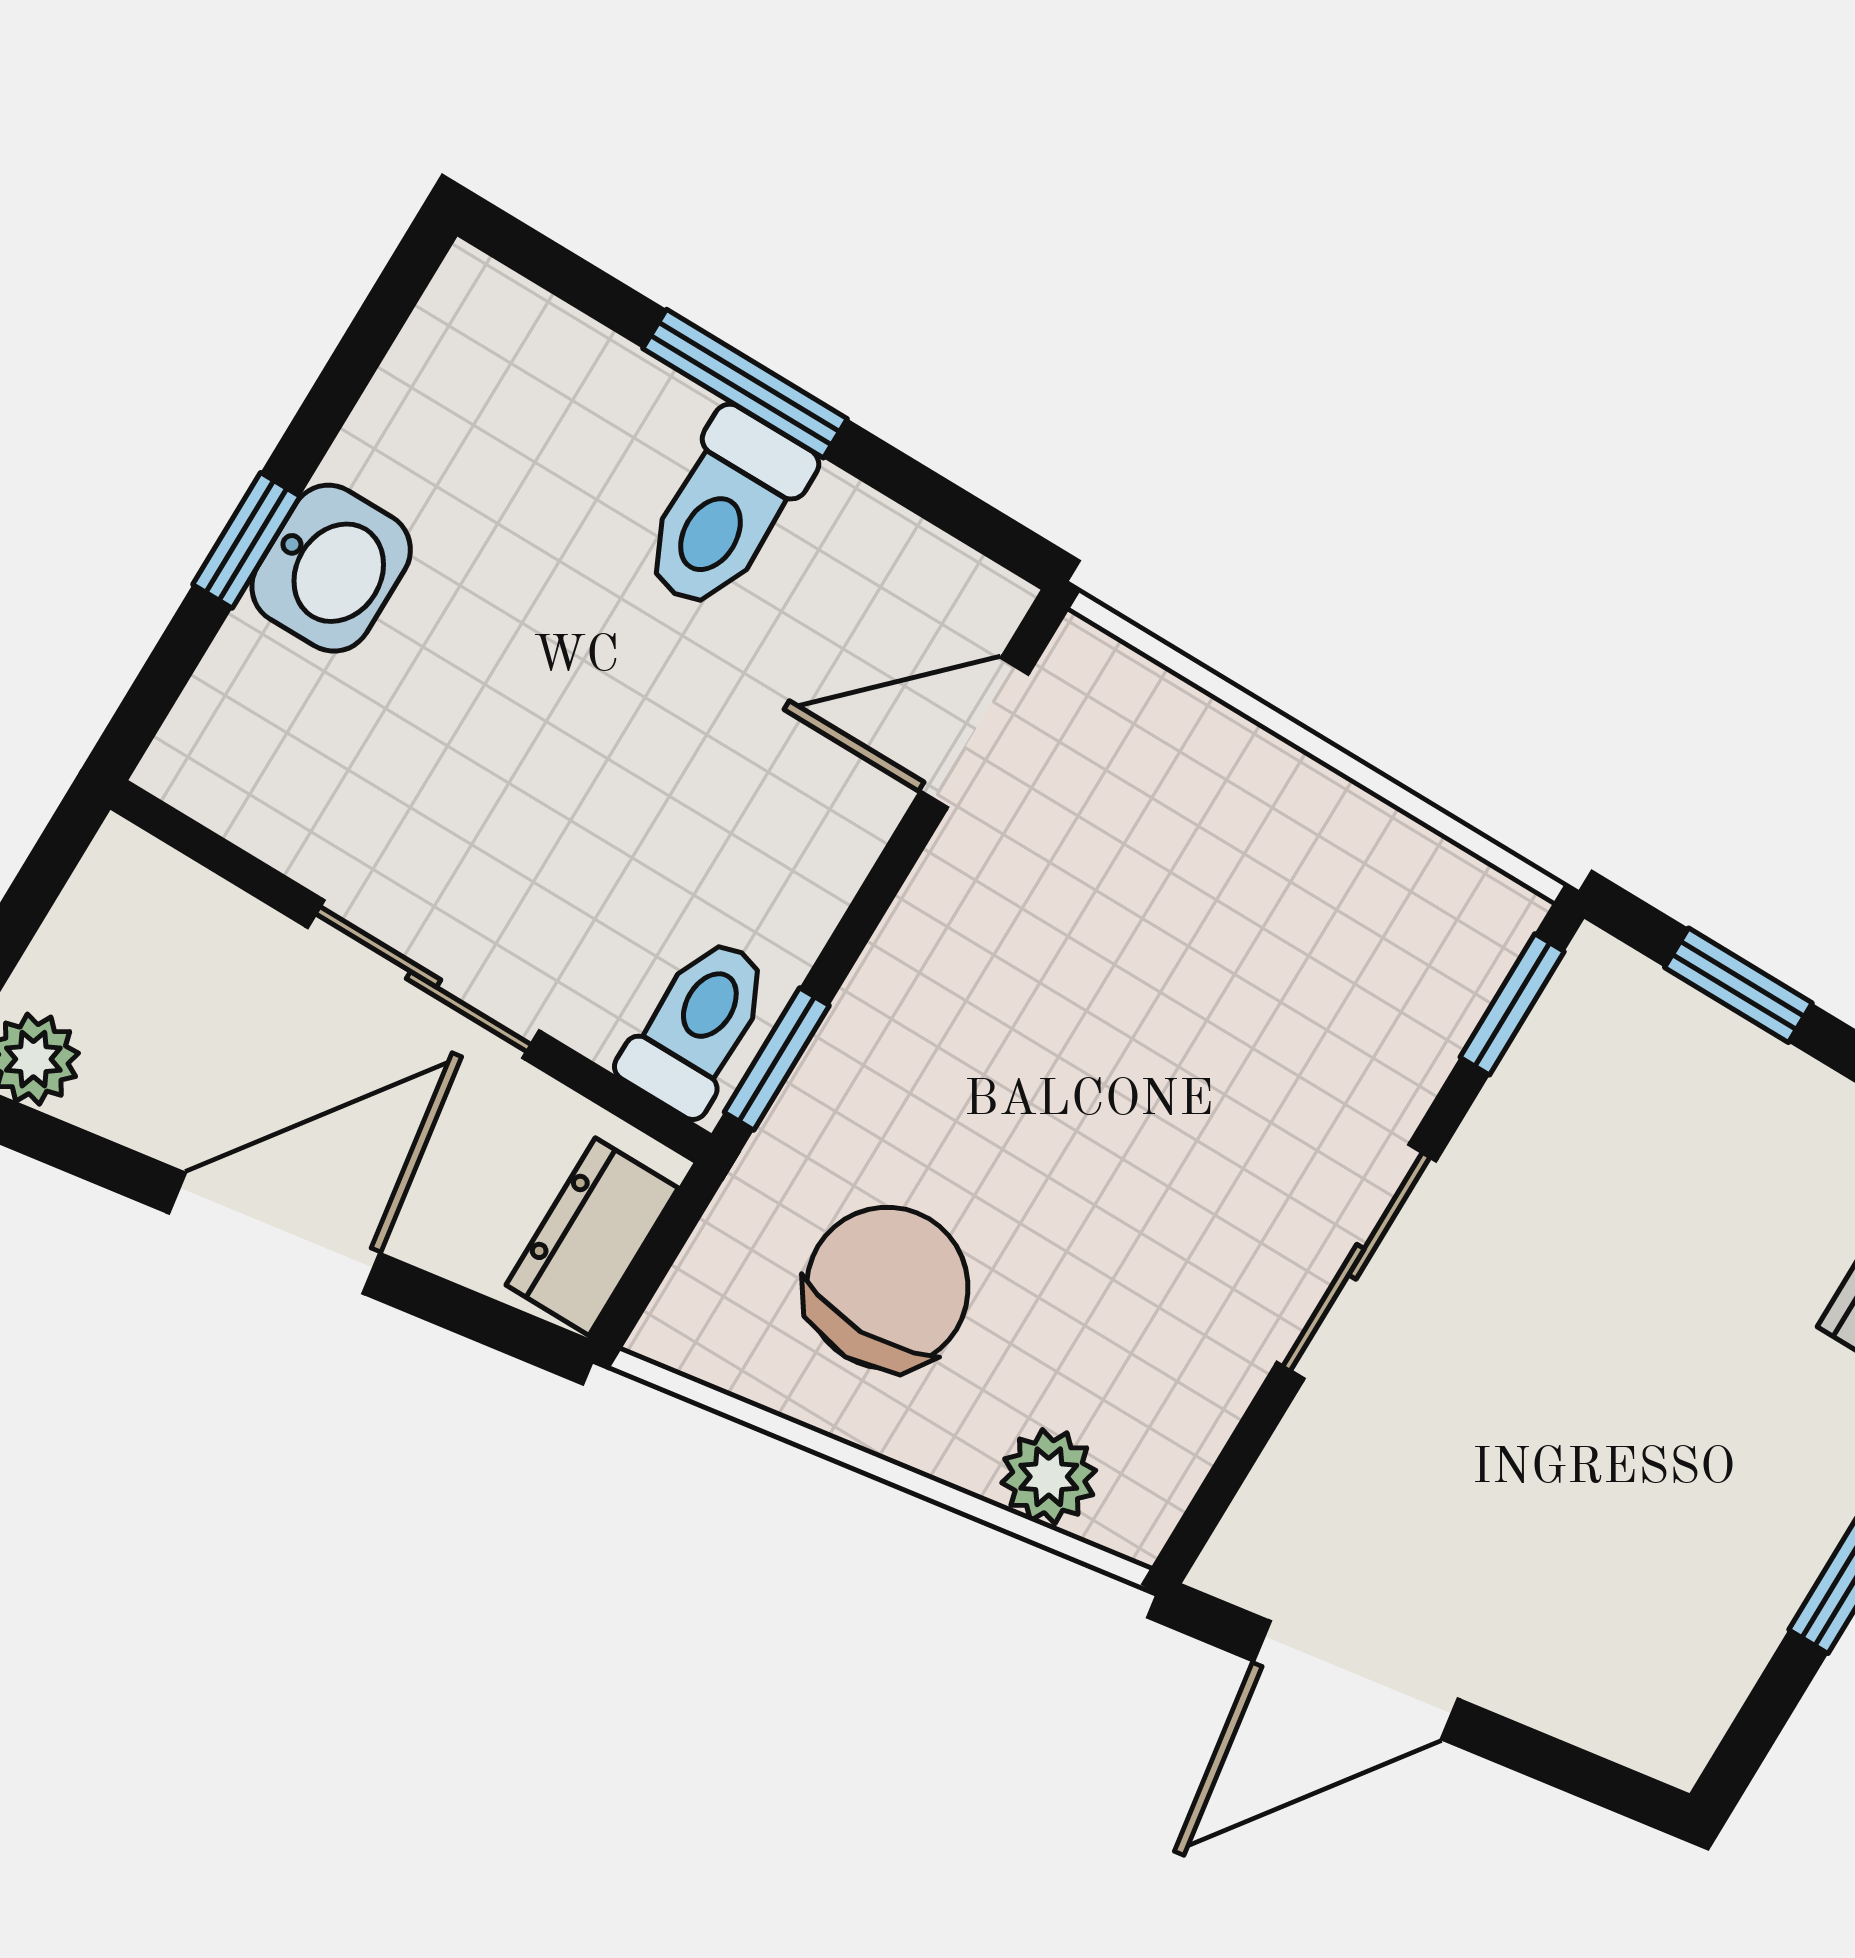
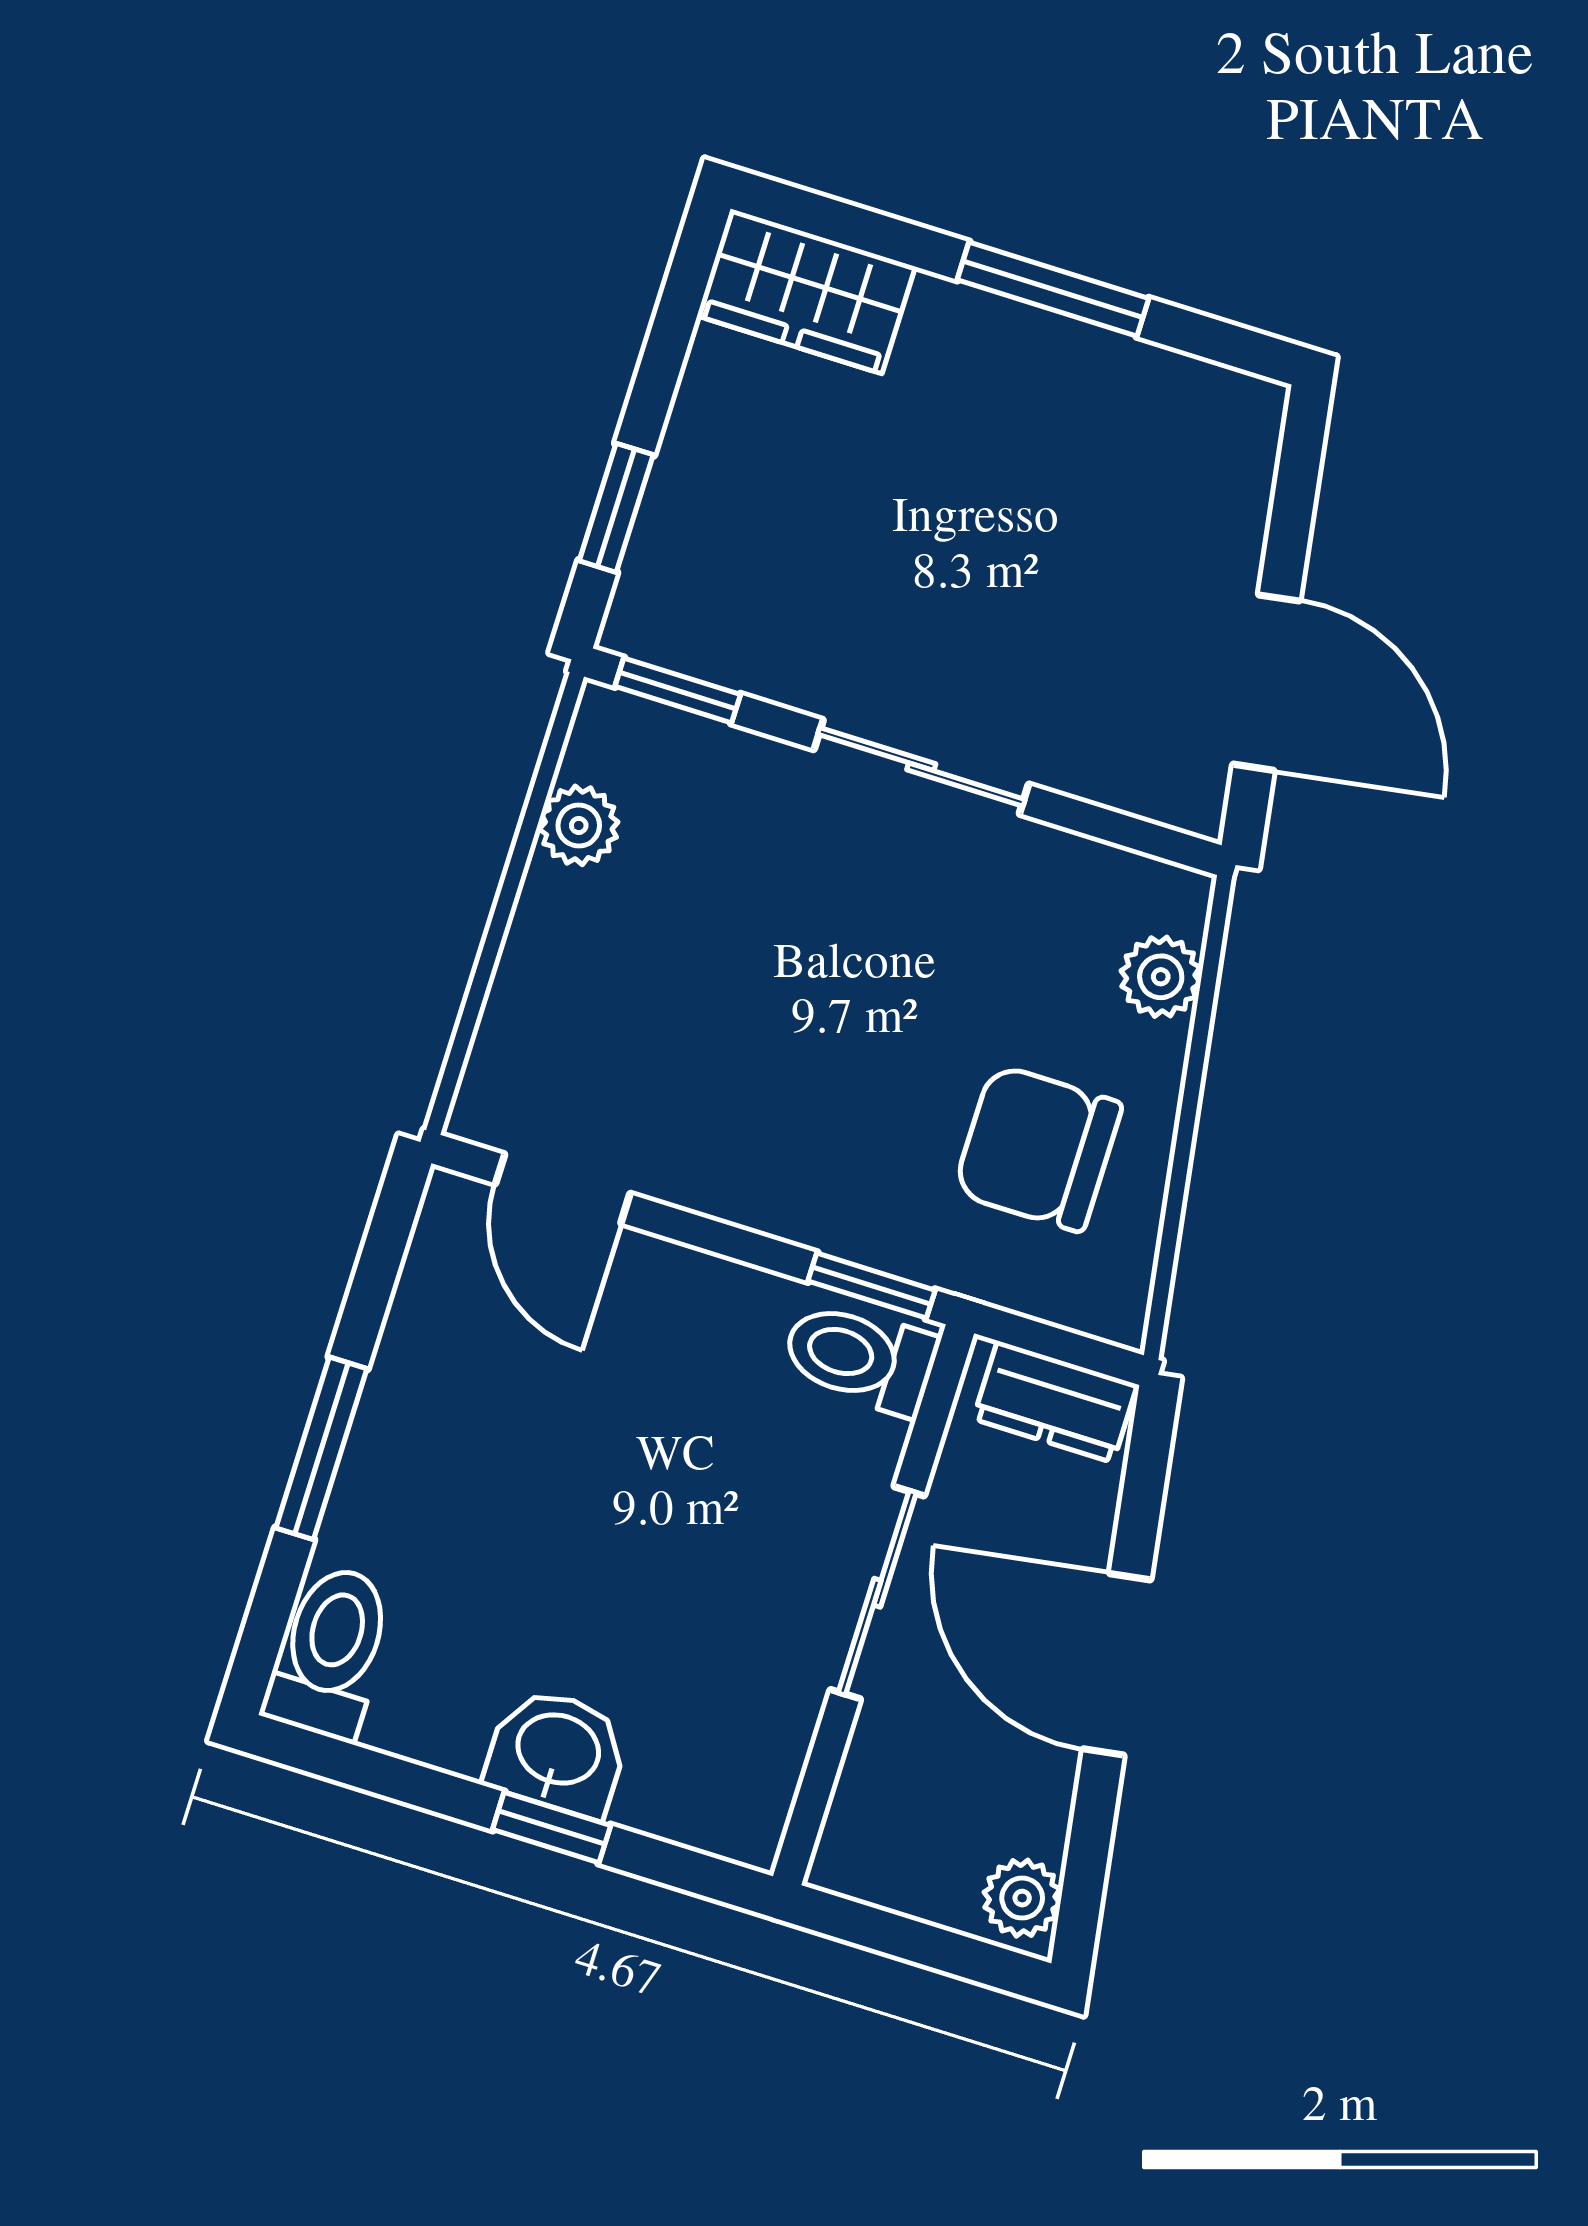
toilet: (725, 511) -> (330, 1652), moved, turned -90
plant: (1385, 853) -> (579, 825), added

